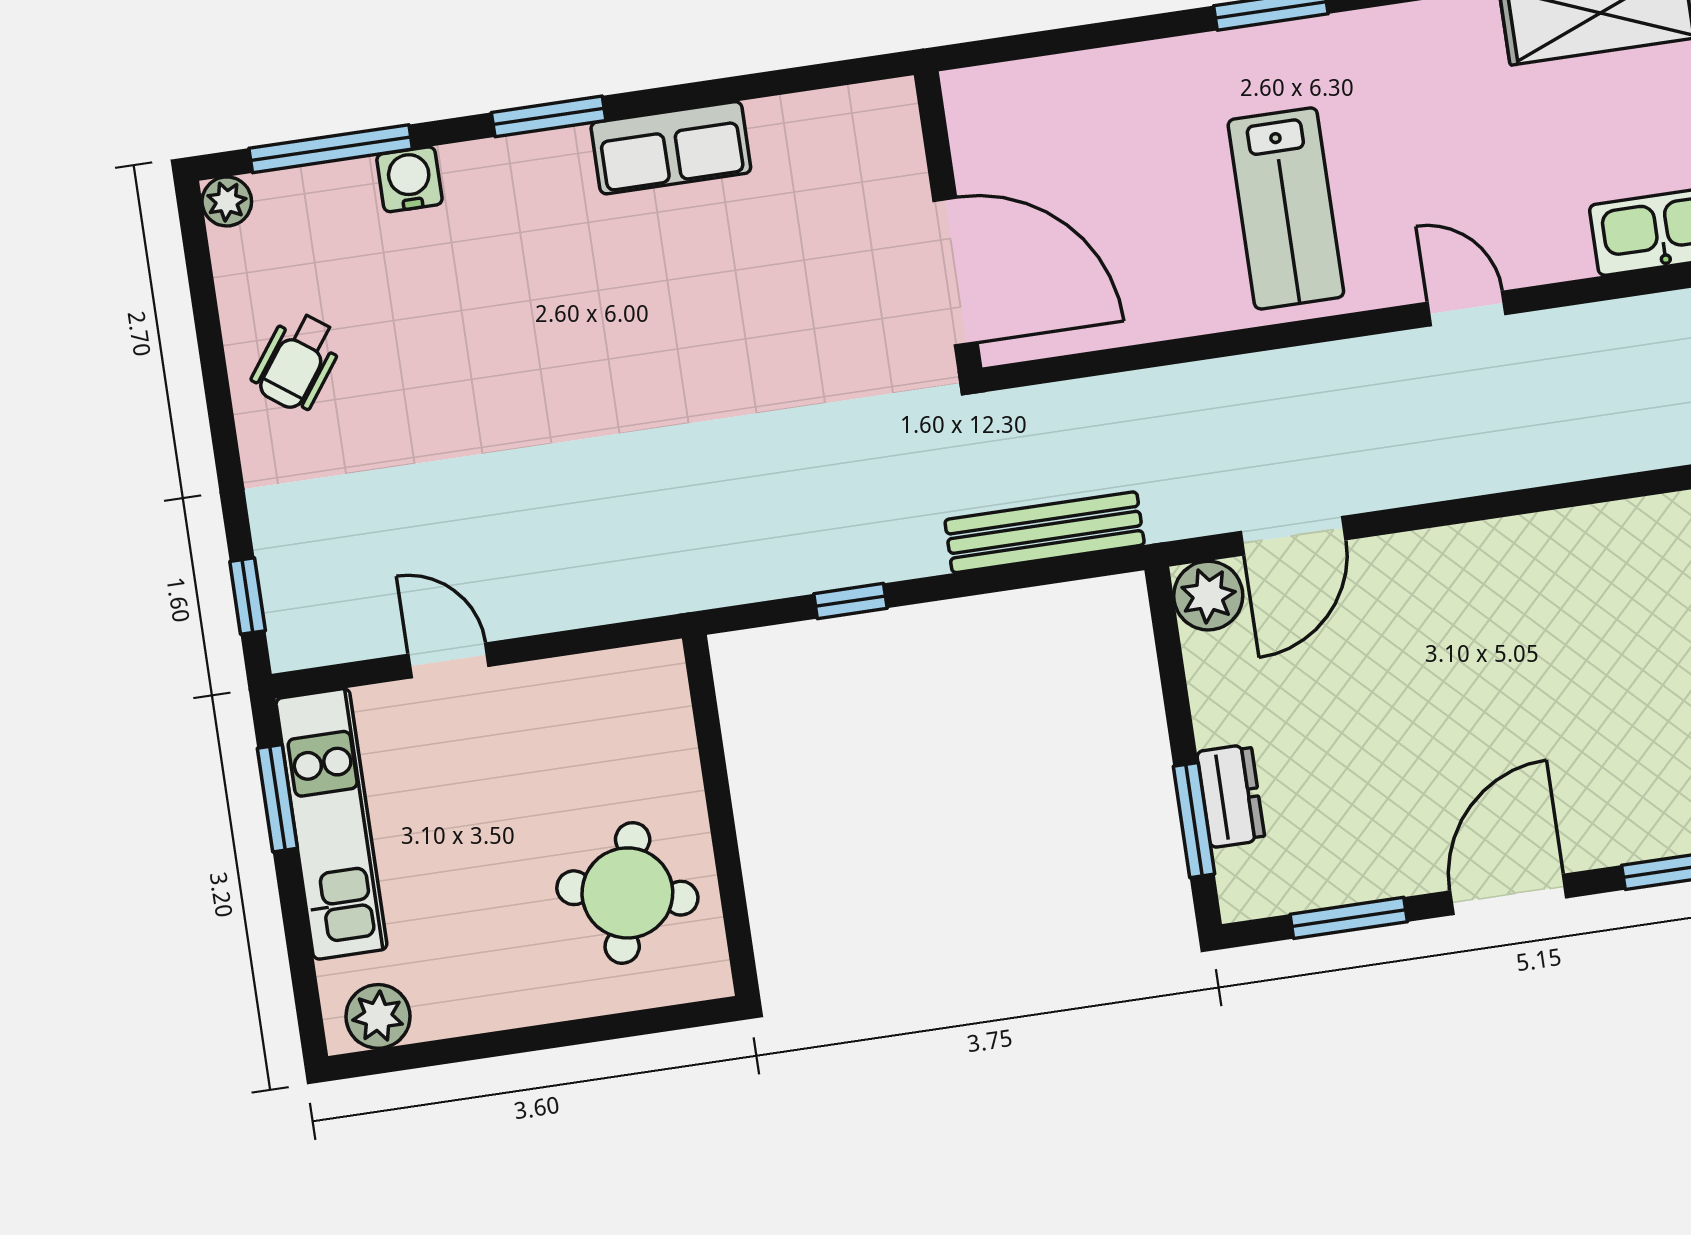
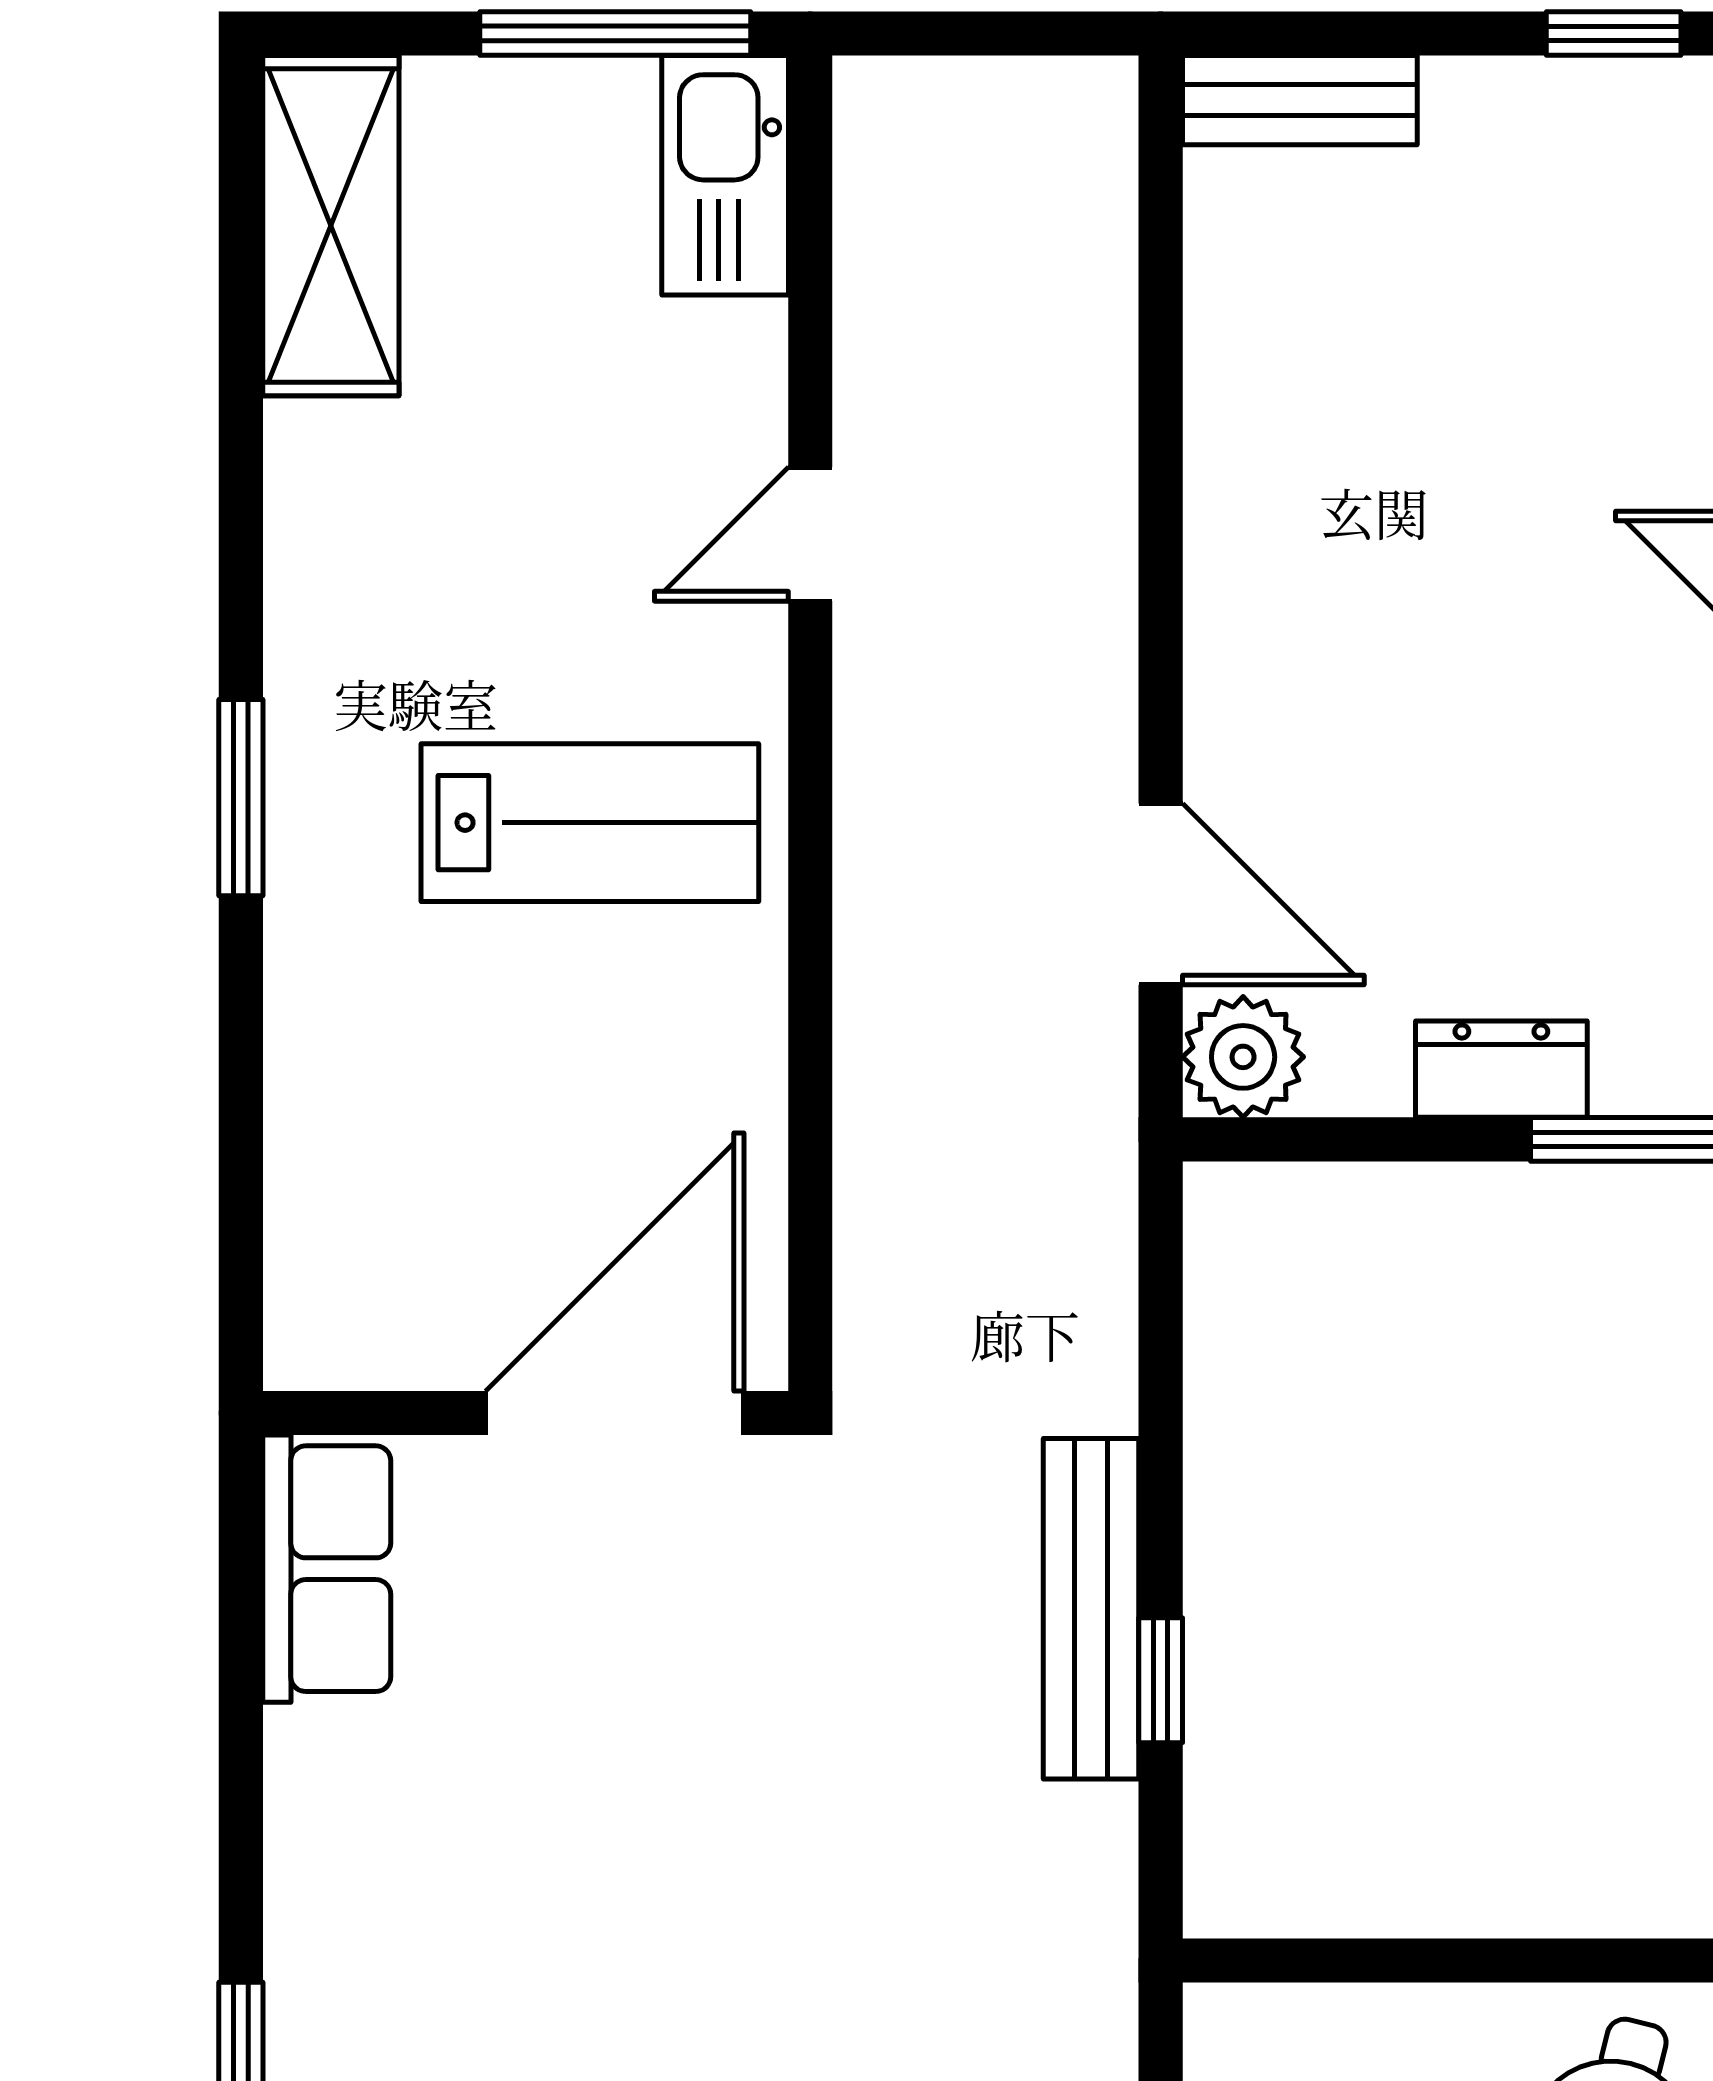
row of seats: (671, 148) -> (327, 1569), moved
bench: (1045, 532) -> (1091, 1609), moved
dresser: (1231, 796) -> (1501, 1069), moved

